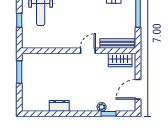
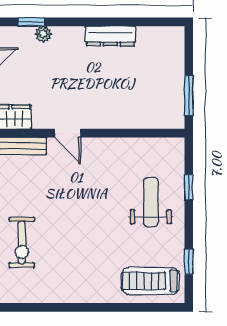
door: (88, 51) -> (68, 133), hinge flipped
dresser: (59, 106) -> (110, 36), width x1.44

